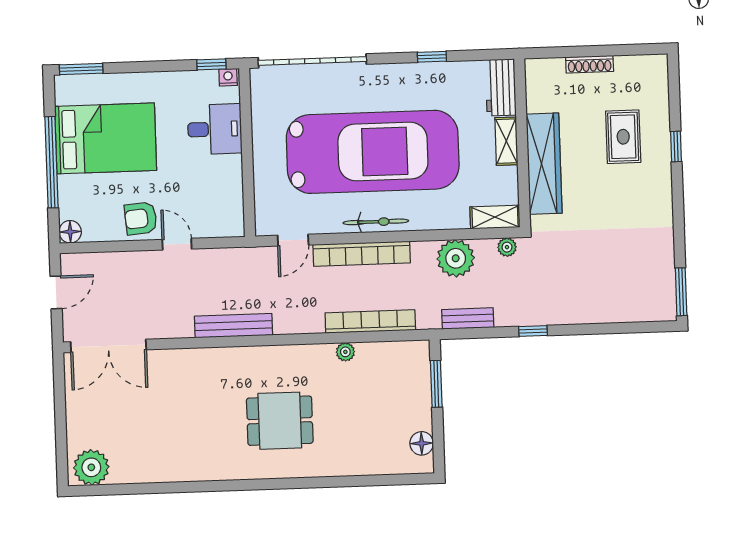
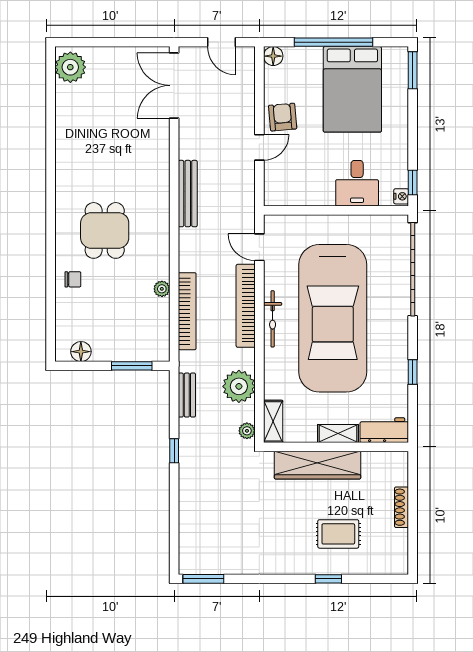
chair: (338, 456) -> (73, 279), added

